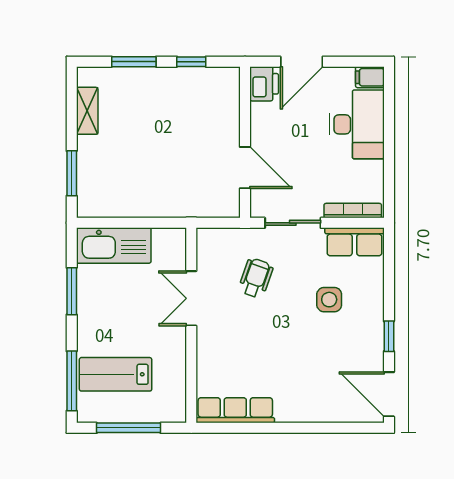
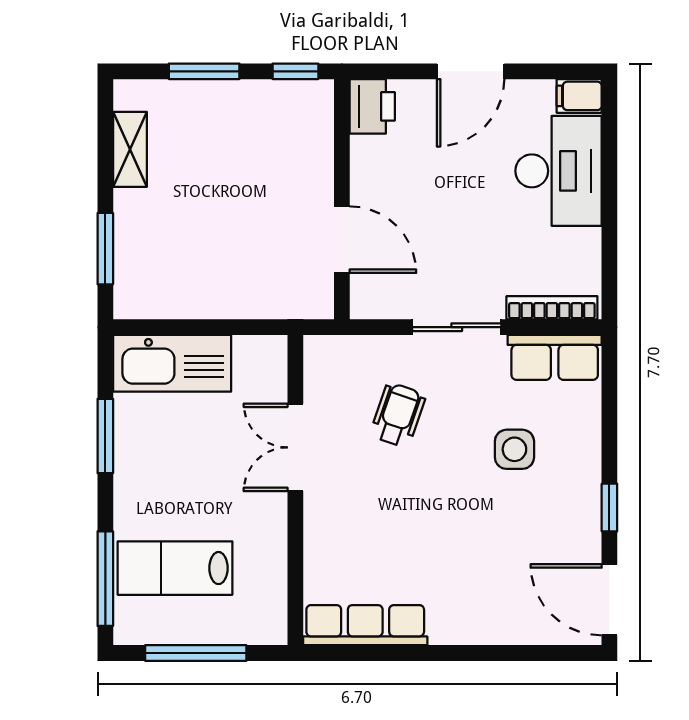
printer: (264, 84) -> (372, 106), moved
wall: (245, 142) -> (342, 199), moved
door: (245, 168) -> (342, 240), moved

